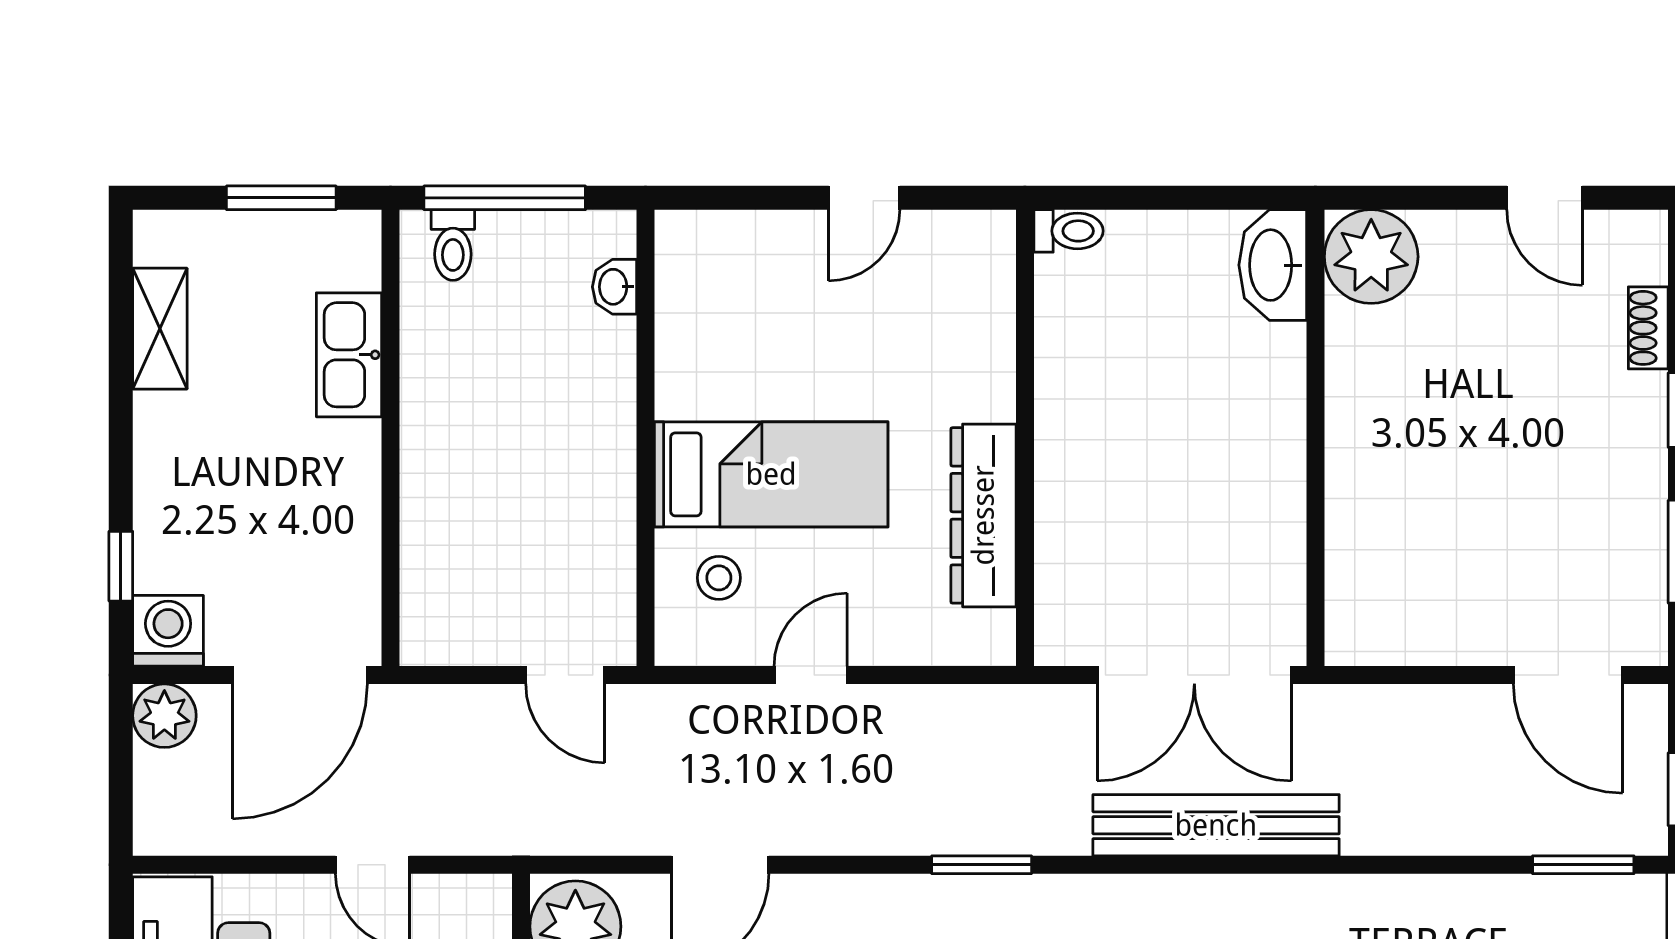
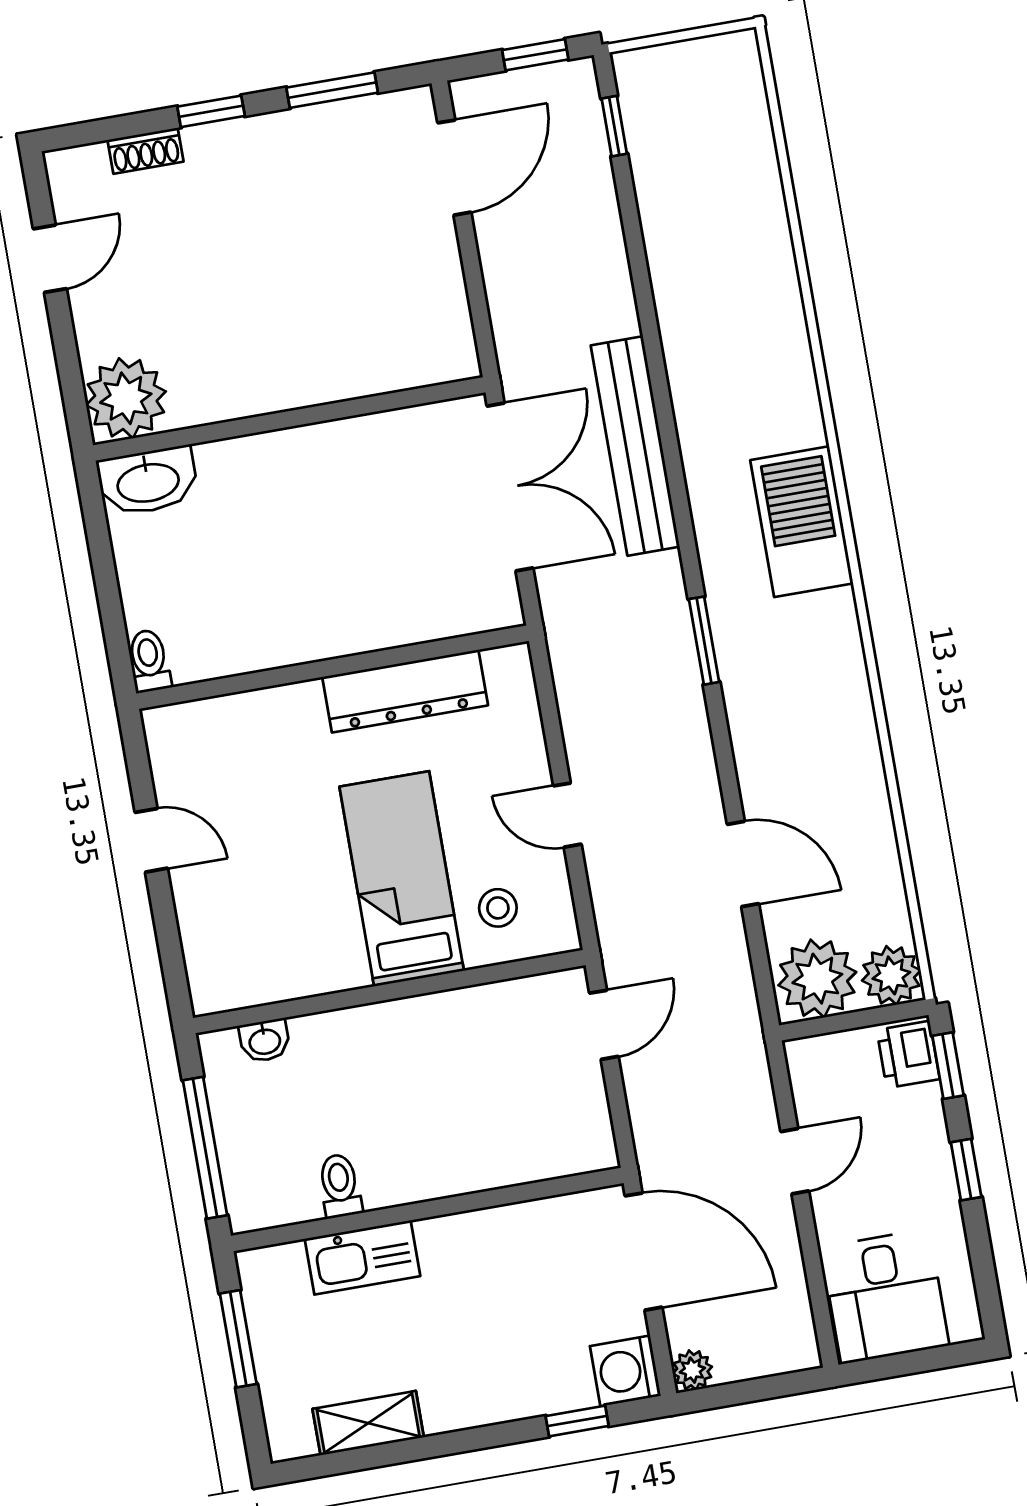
toilet: (453, 245) -> (340, 1186), moved, turned -90
plant: (164, 716) -> (692, 1370), width x0.73, depth x0.73
window: (1583, 865) -> (614, 126), width x0.67

